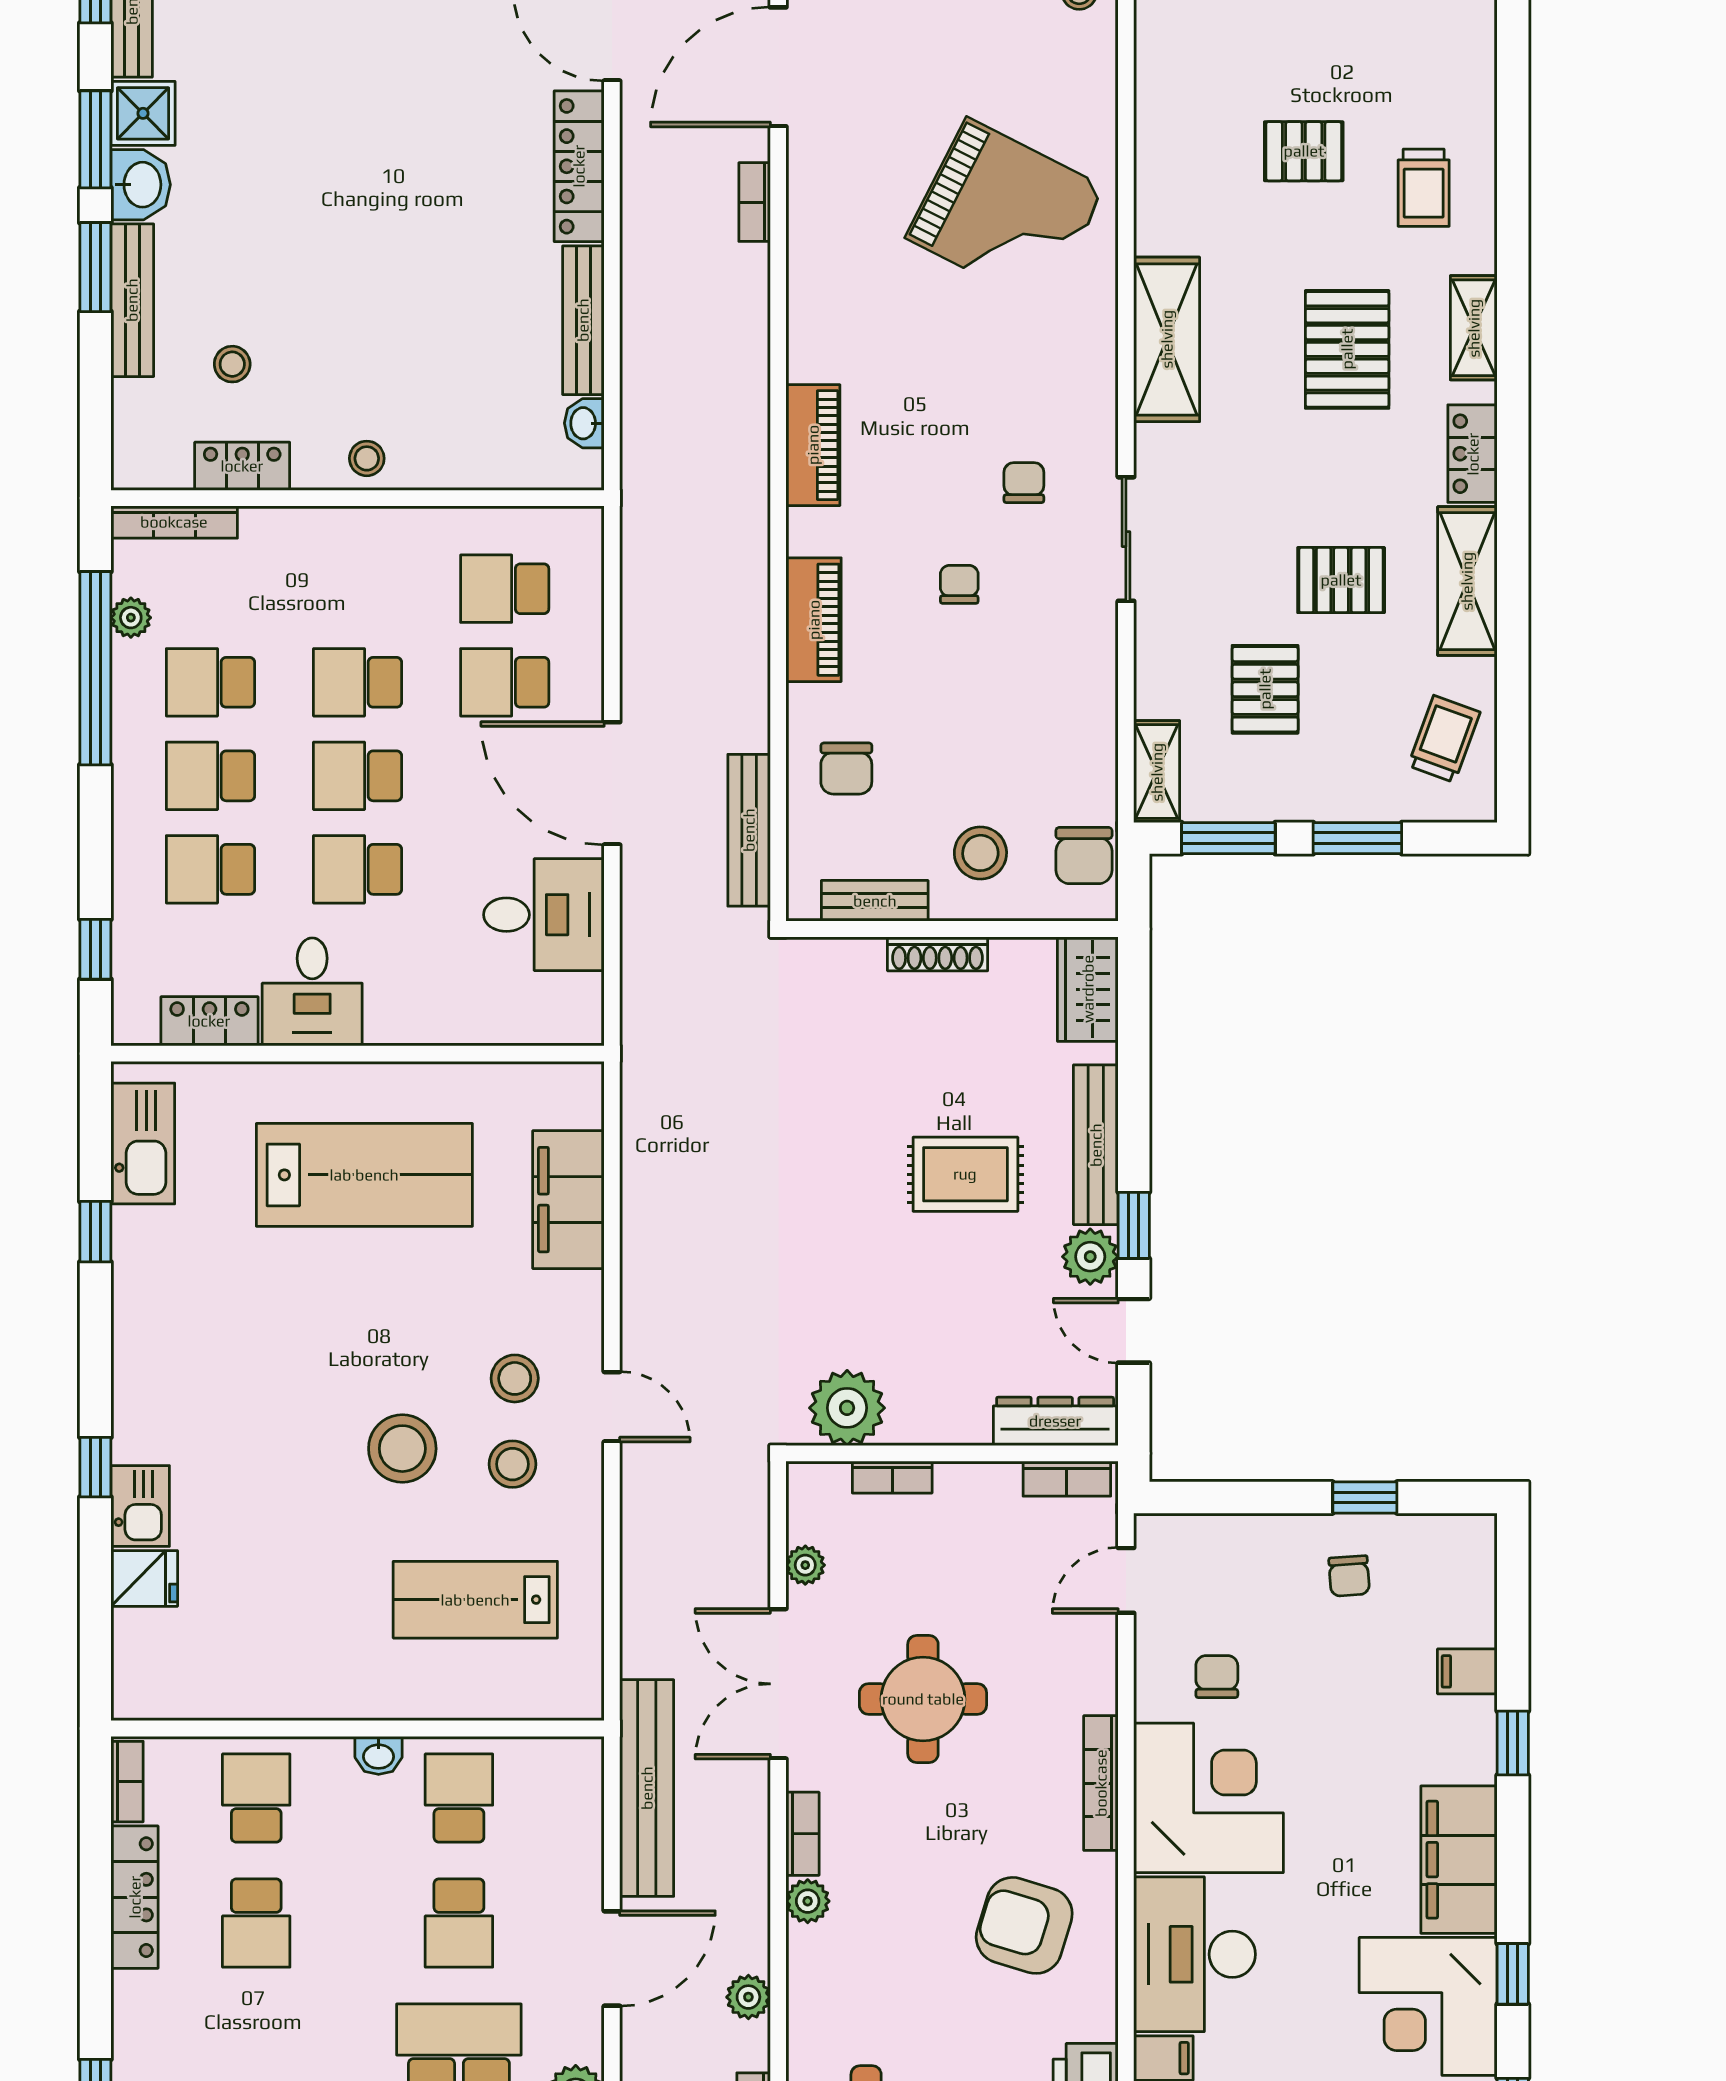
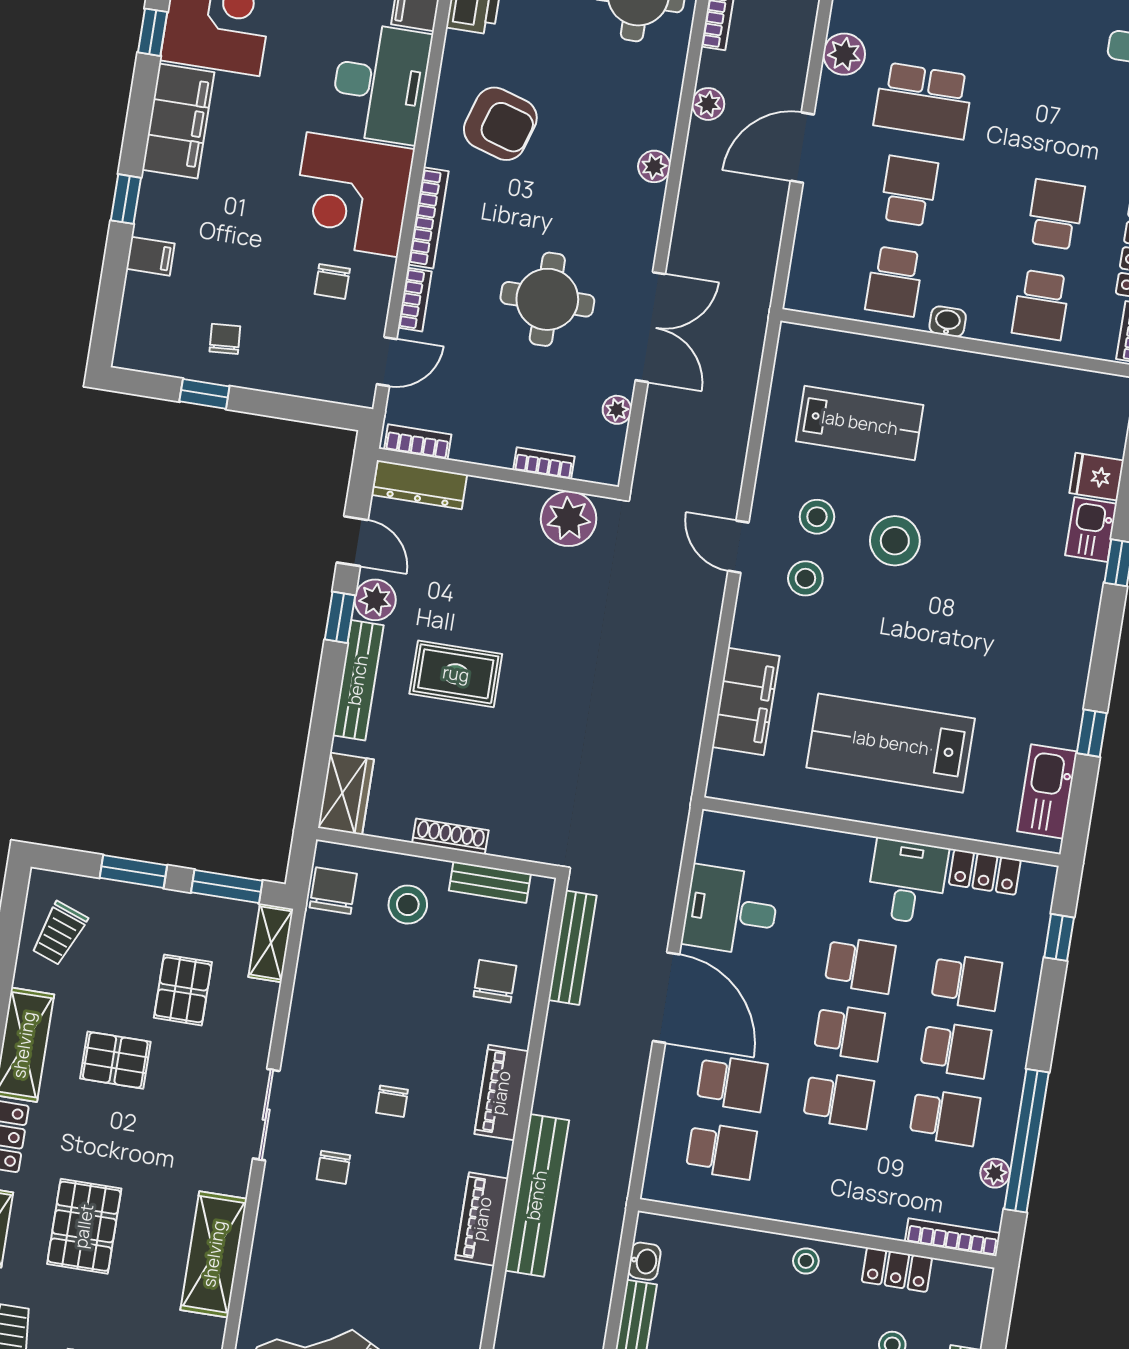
bench: (647, 1788) -> (537, 1195), moved
bookcase: (802, 1834) -> (415, 300), moved, turned 180

